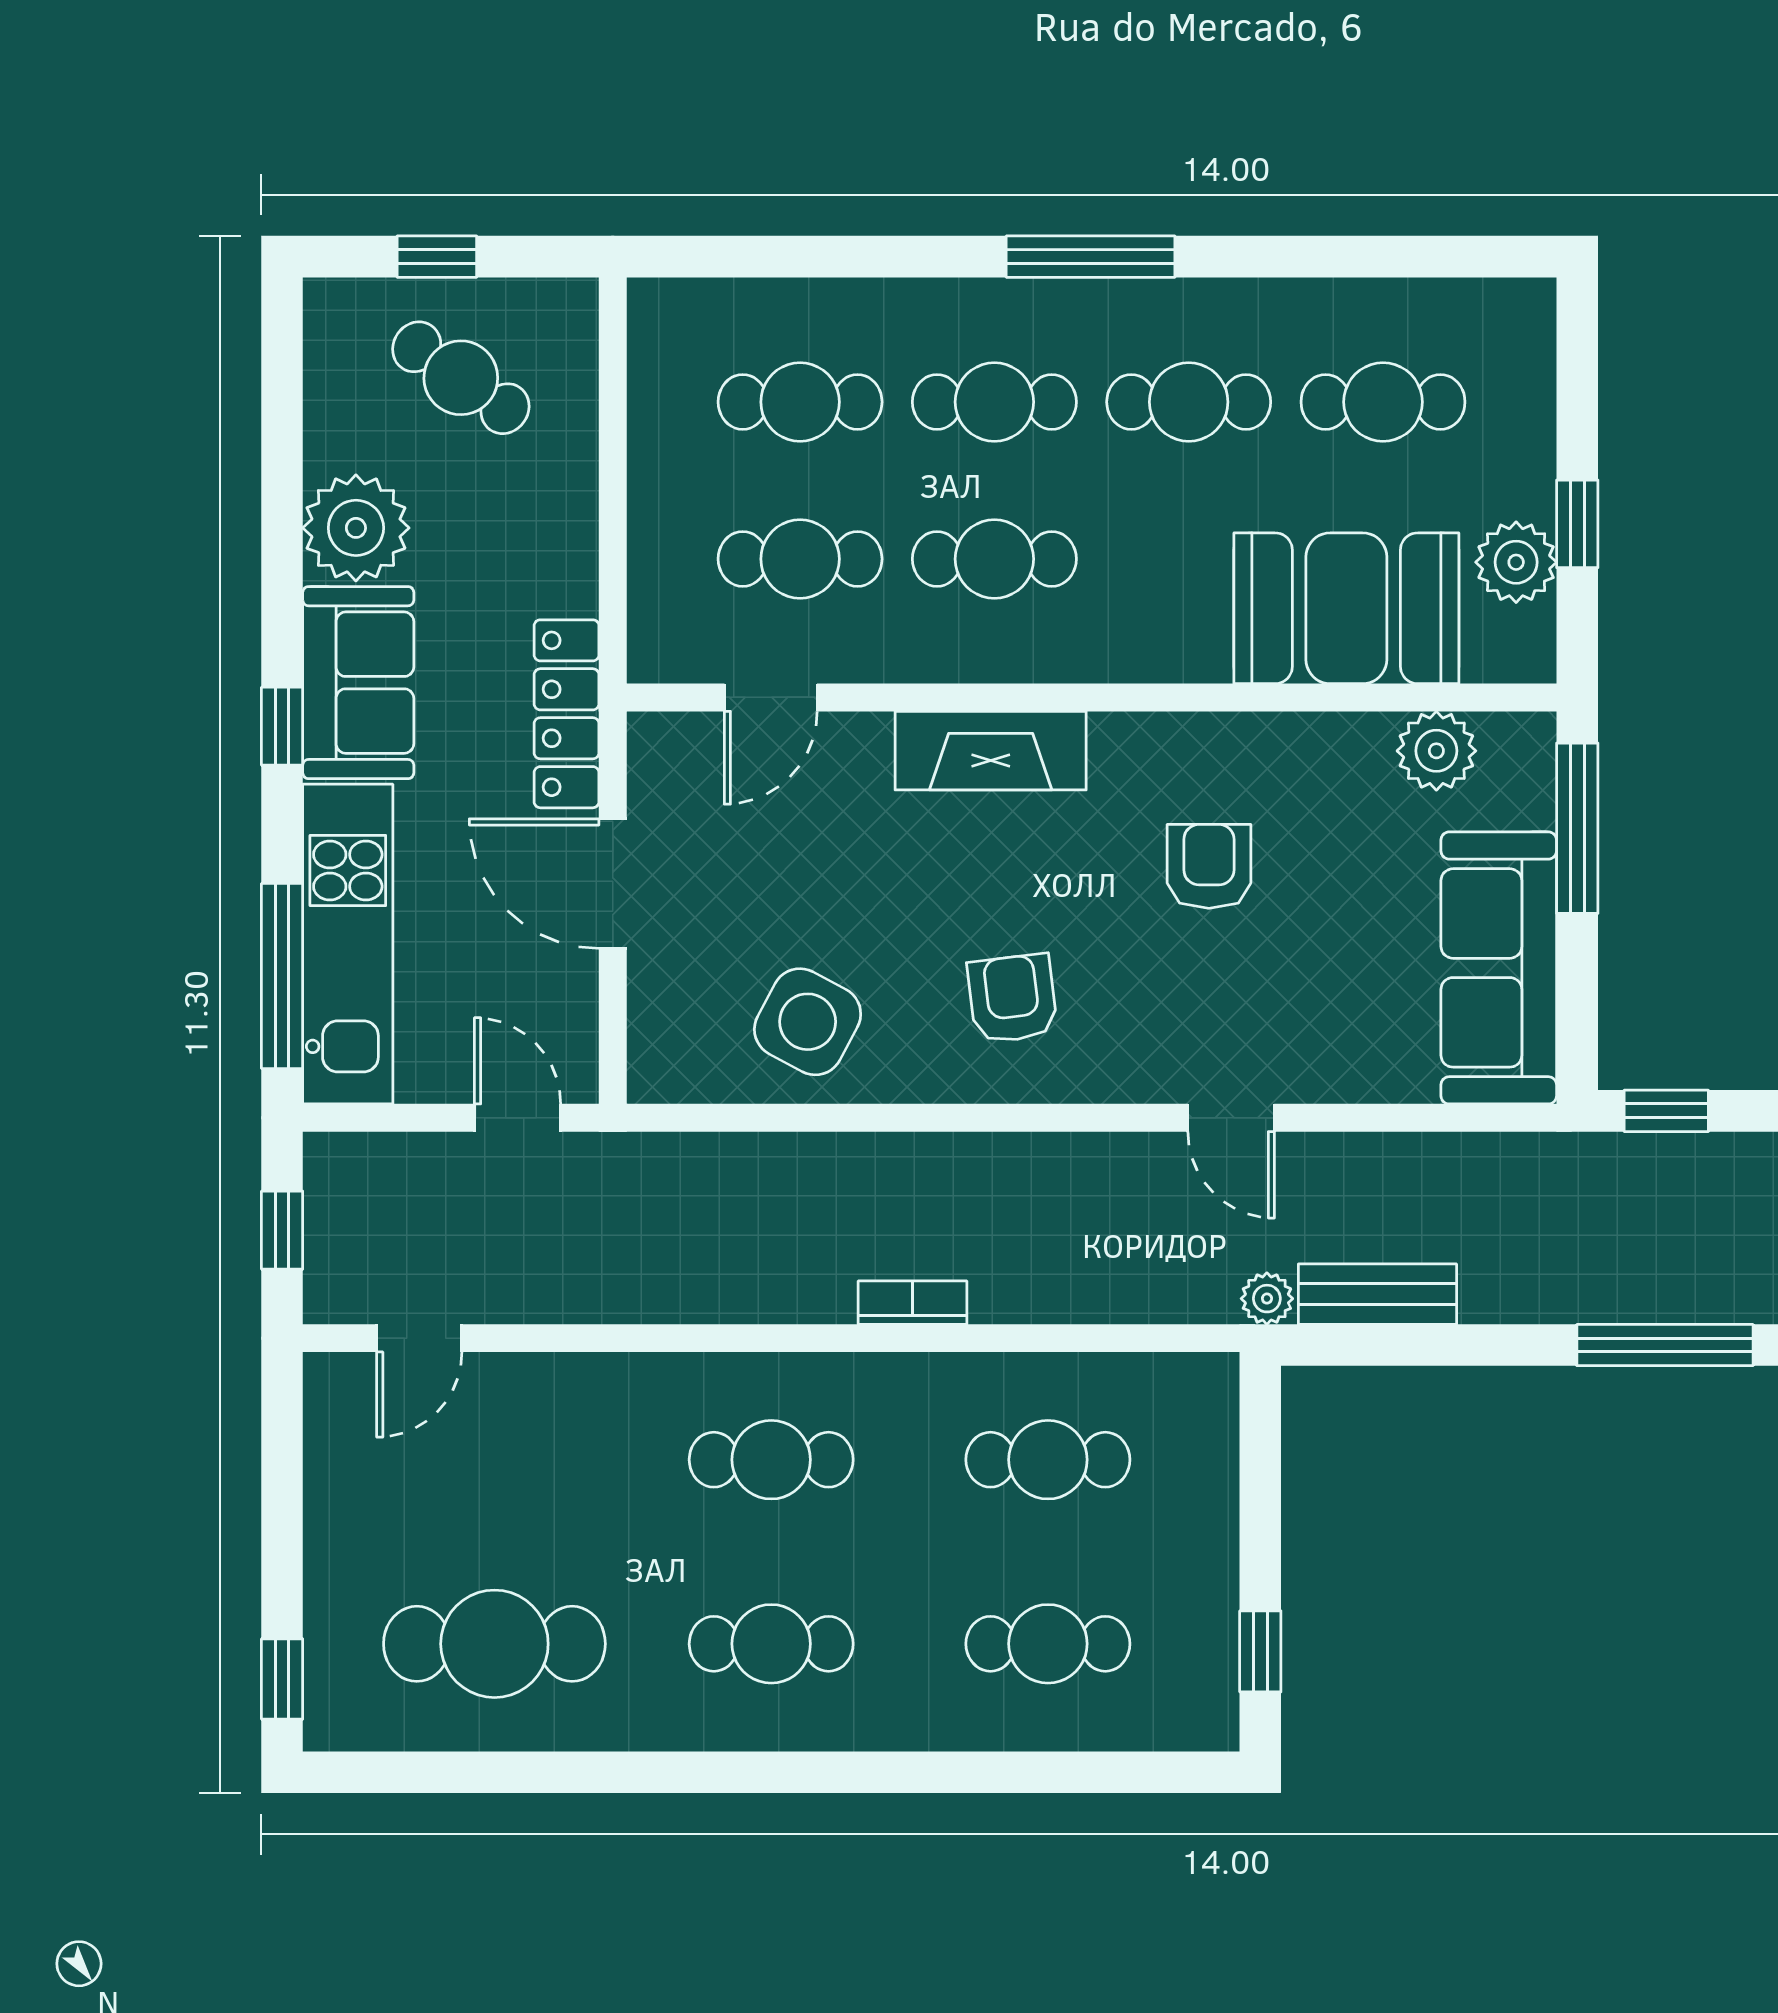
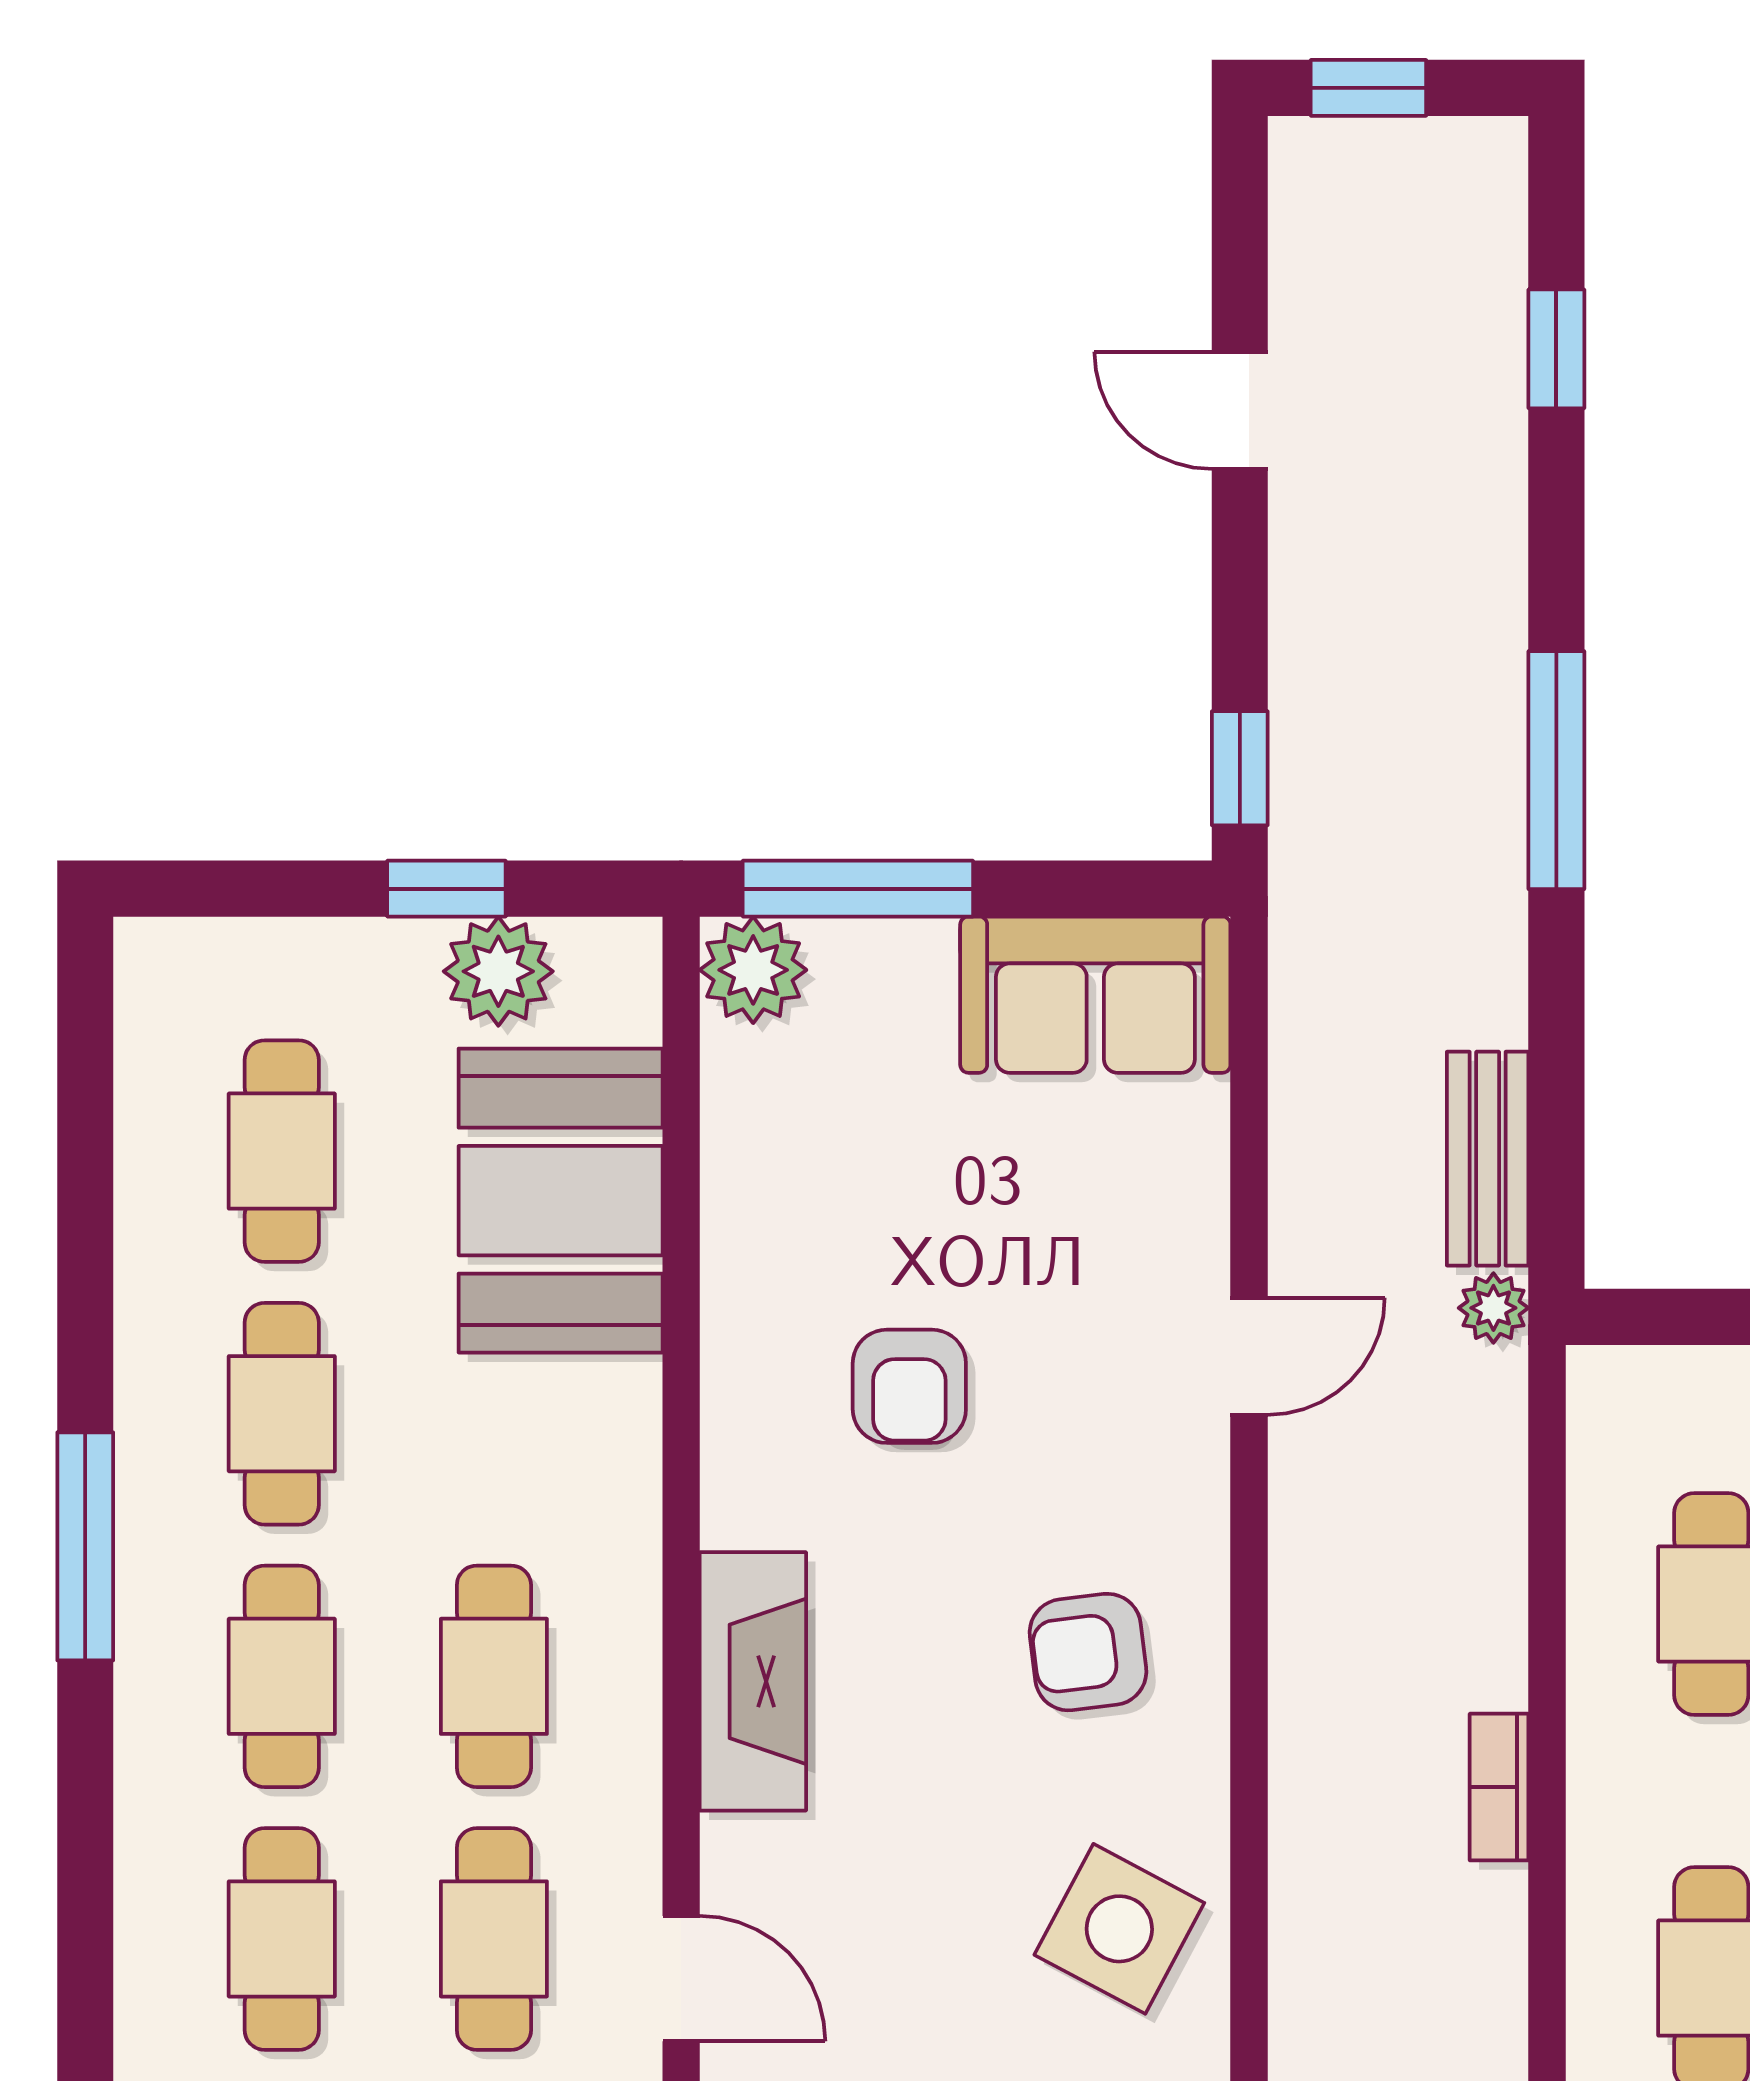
plant: (1436, 751) -> (753, 970), moved
armchair: (1209, 866) -> (909, 1386), turned -90
sofa: (1499, 968) -> (1095, 995), width x0.73

